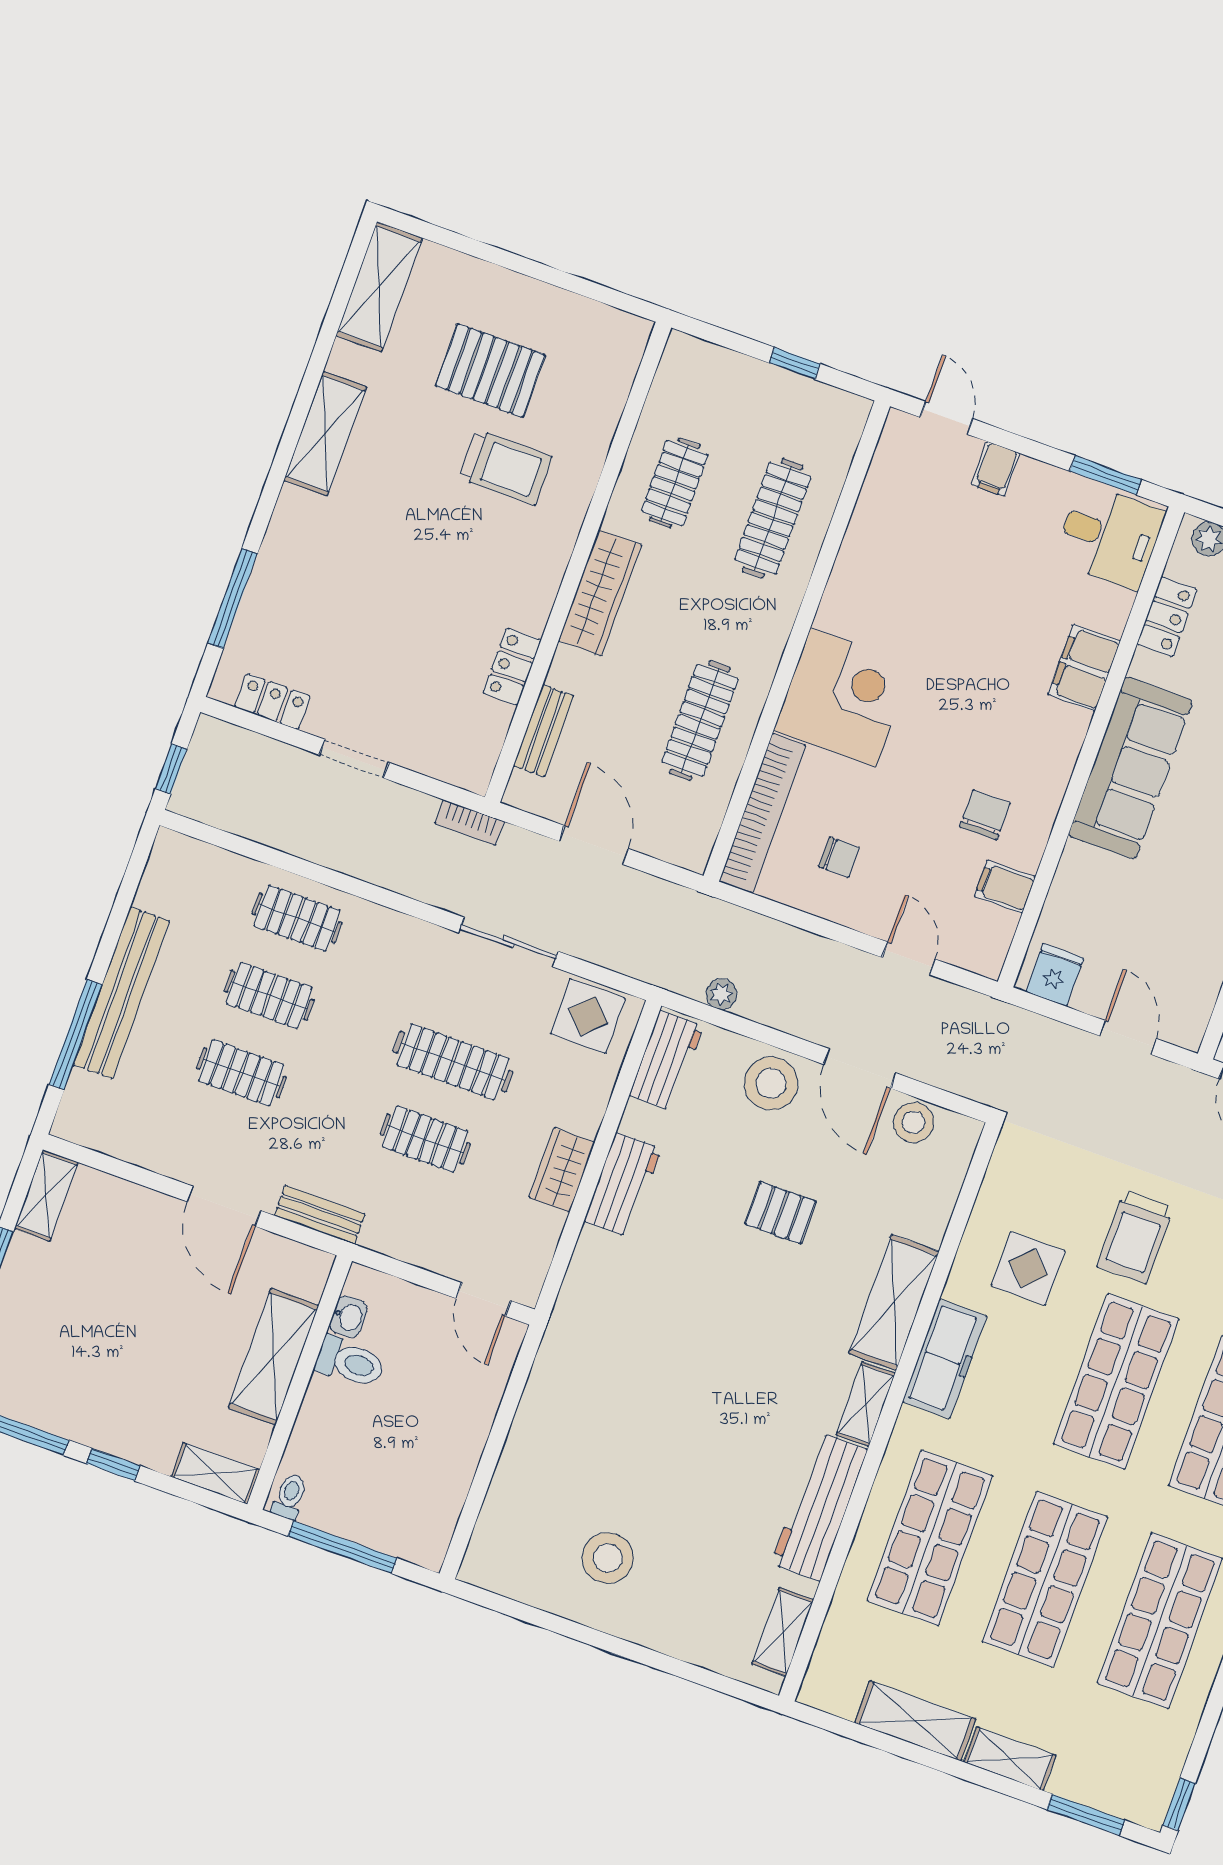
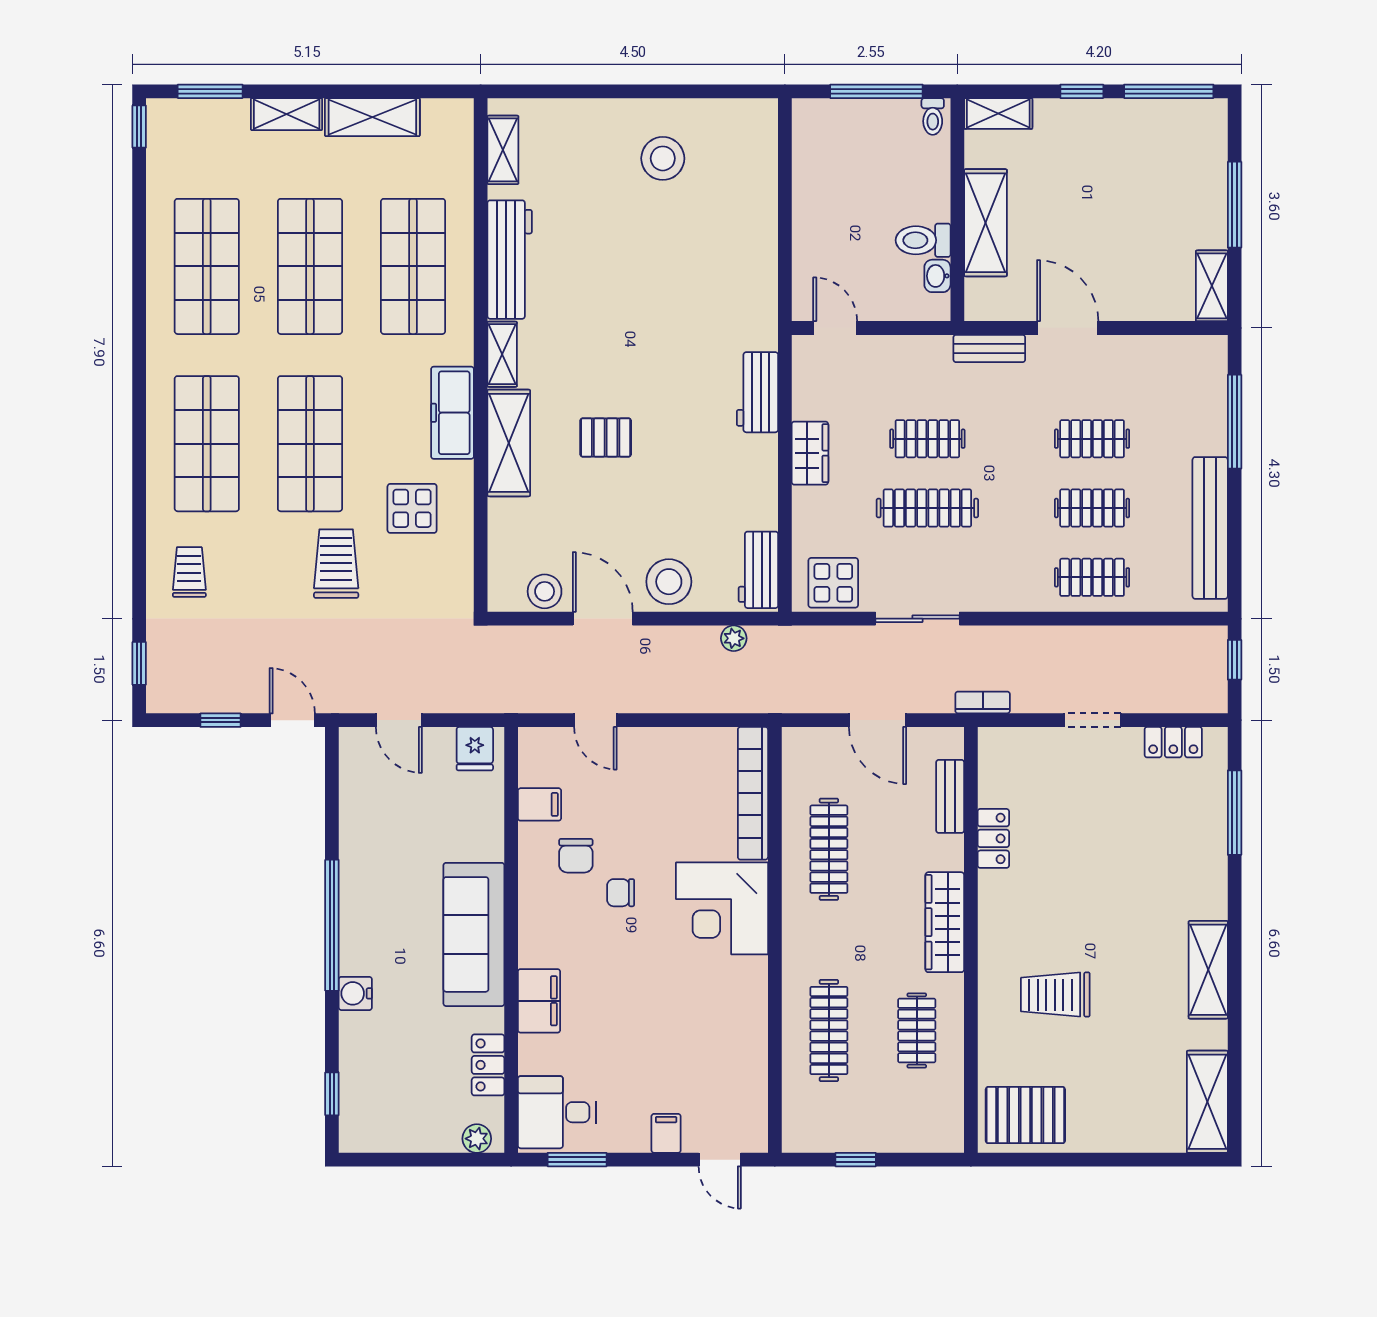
pallet: (490, 370) -> (1025, 1115), moved
chair: (839, 857) -> (621, 893), moved
bench: (121, 993) -> (1210, 528), moved
workbench: (623, 1185) -> (757, 392), moved
pallet: (780, 1213) -> (606, 437), moved

